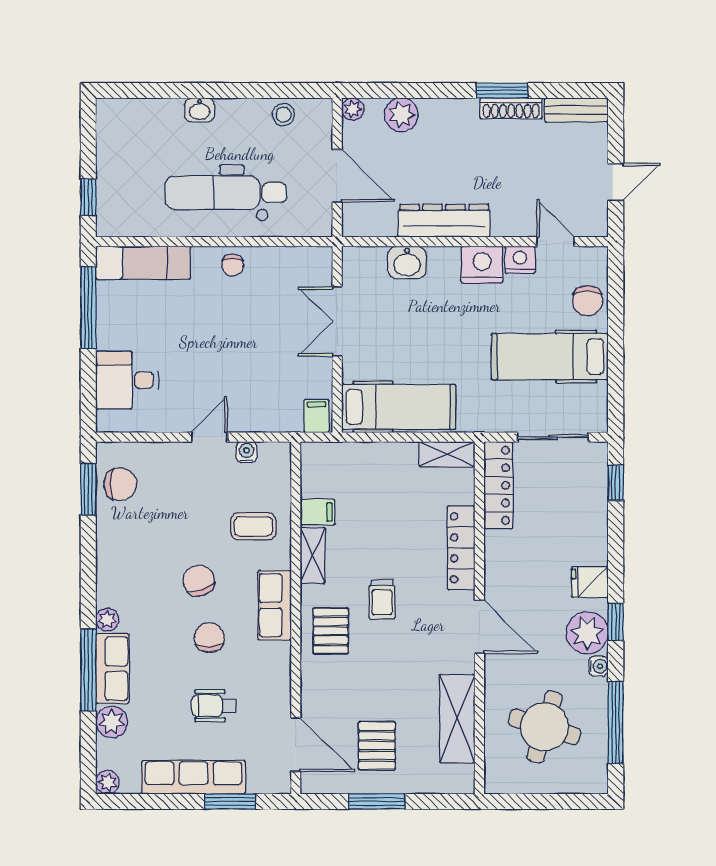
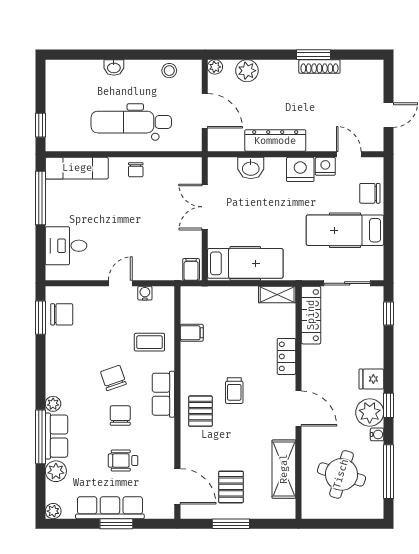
bench: (576, 110) -> (363, 68), removed
chair: (587, 301) -> (370, 193), turned 90
locker: (461, 548) -> (286, 356), width x0.66
shelving: (313, 555) -> (189, 361), removed
window: (230, 801) -> (116, 524), moved

